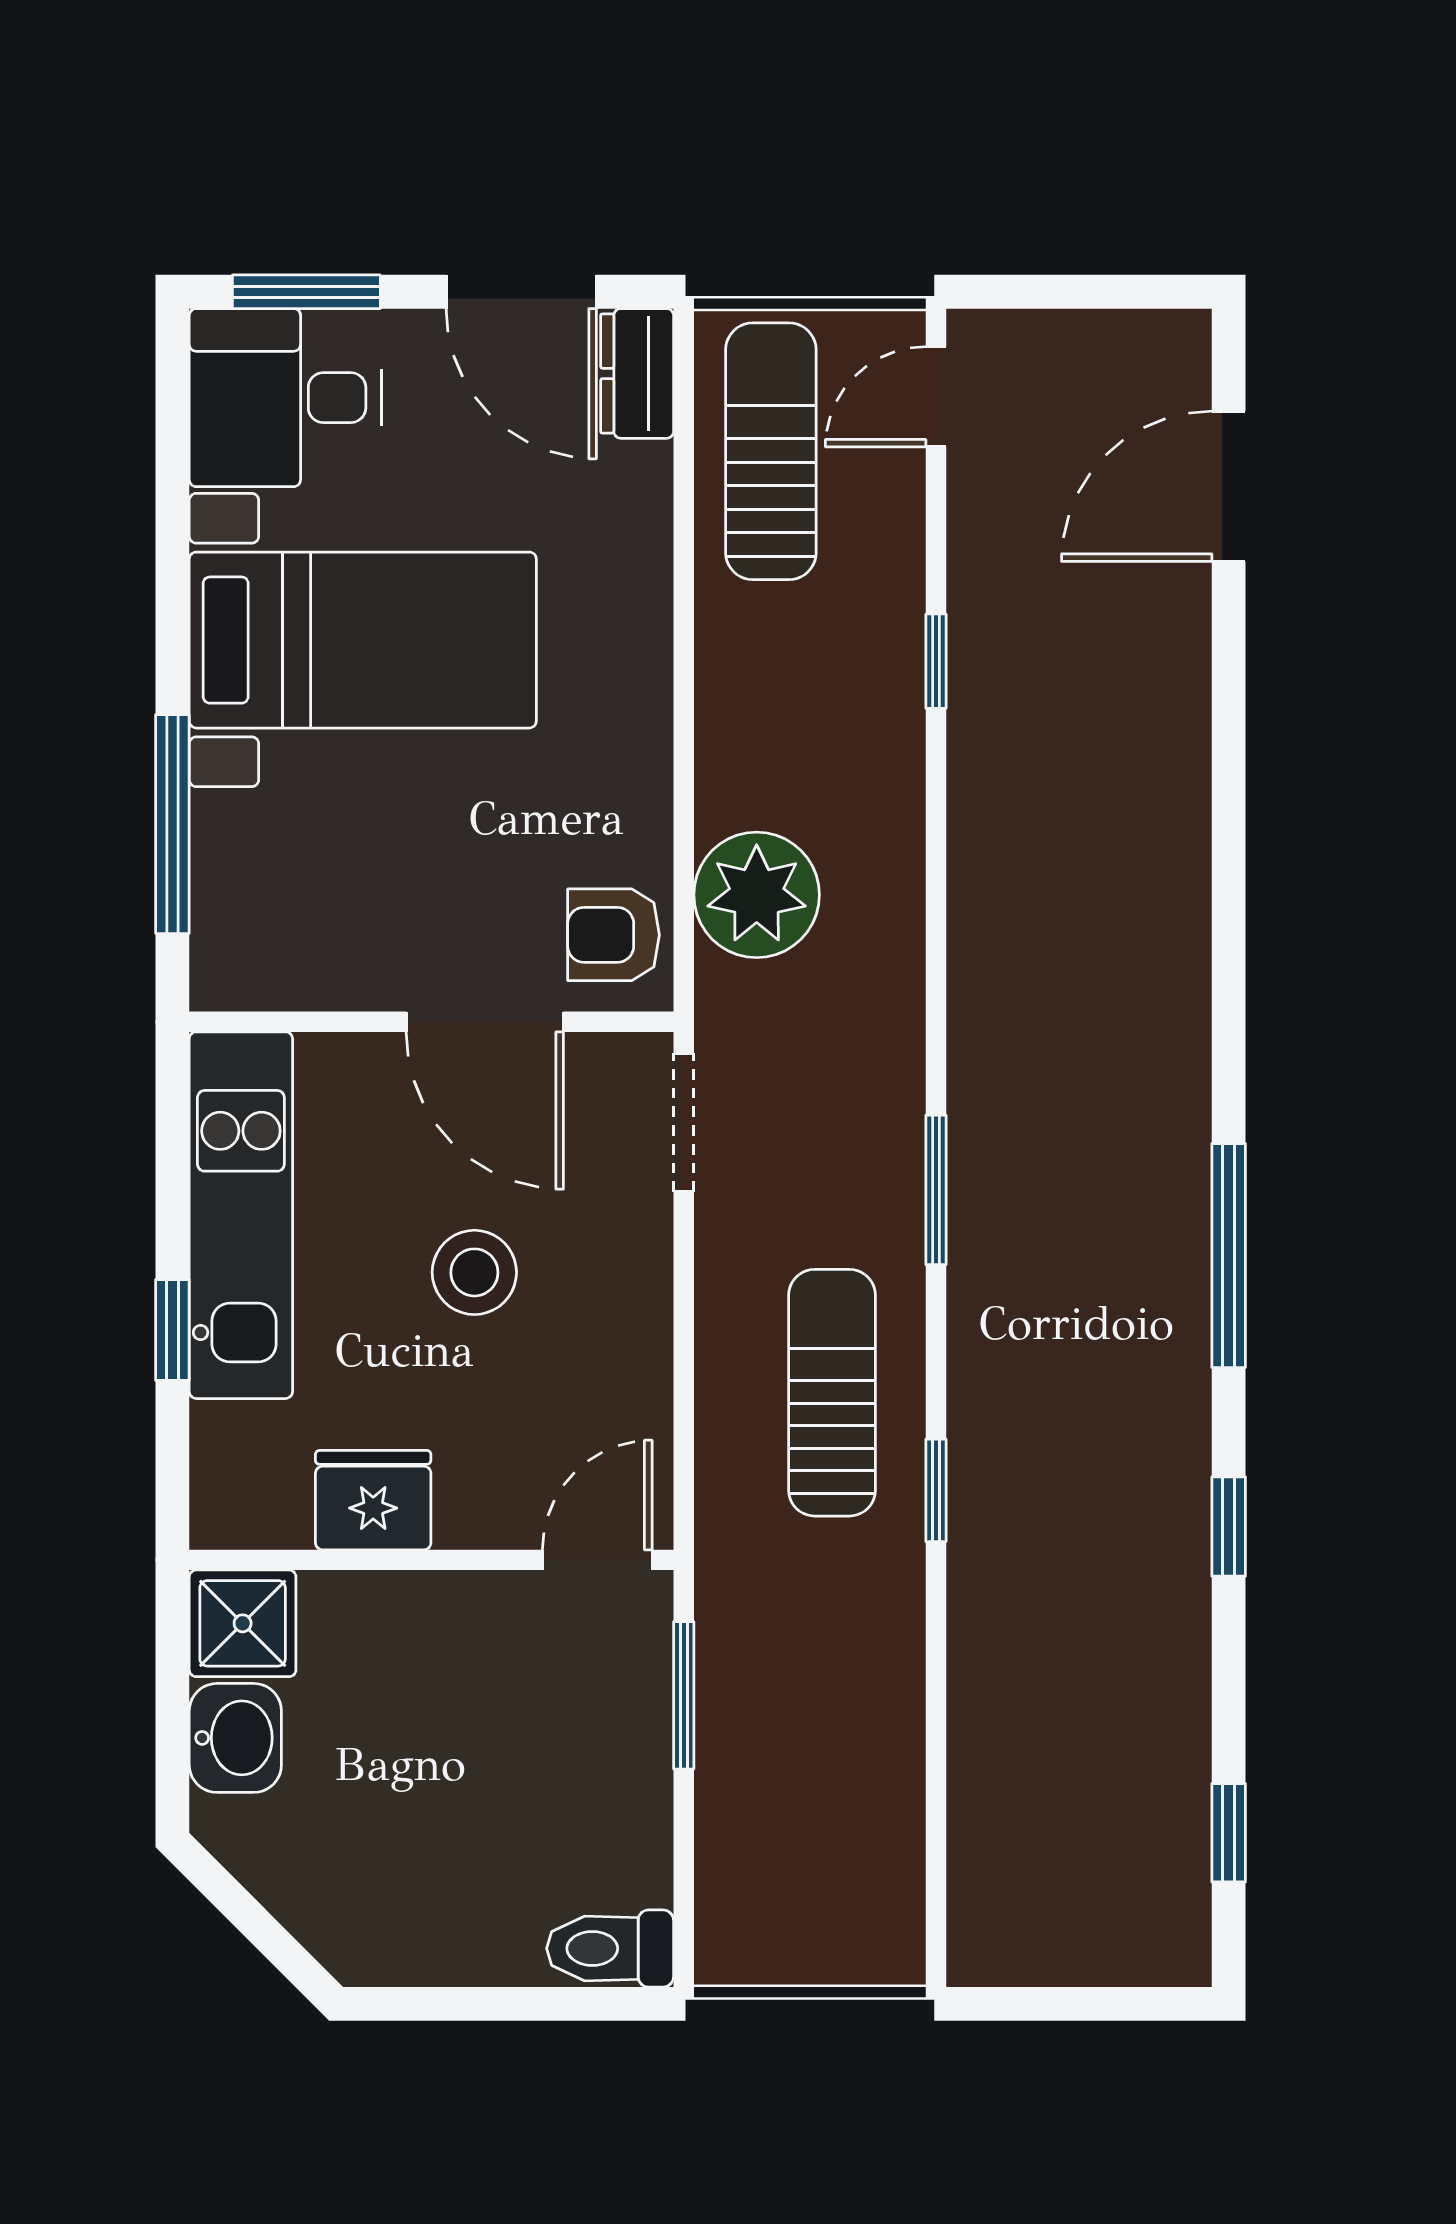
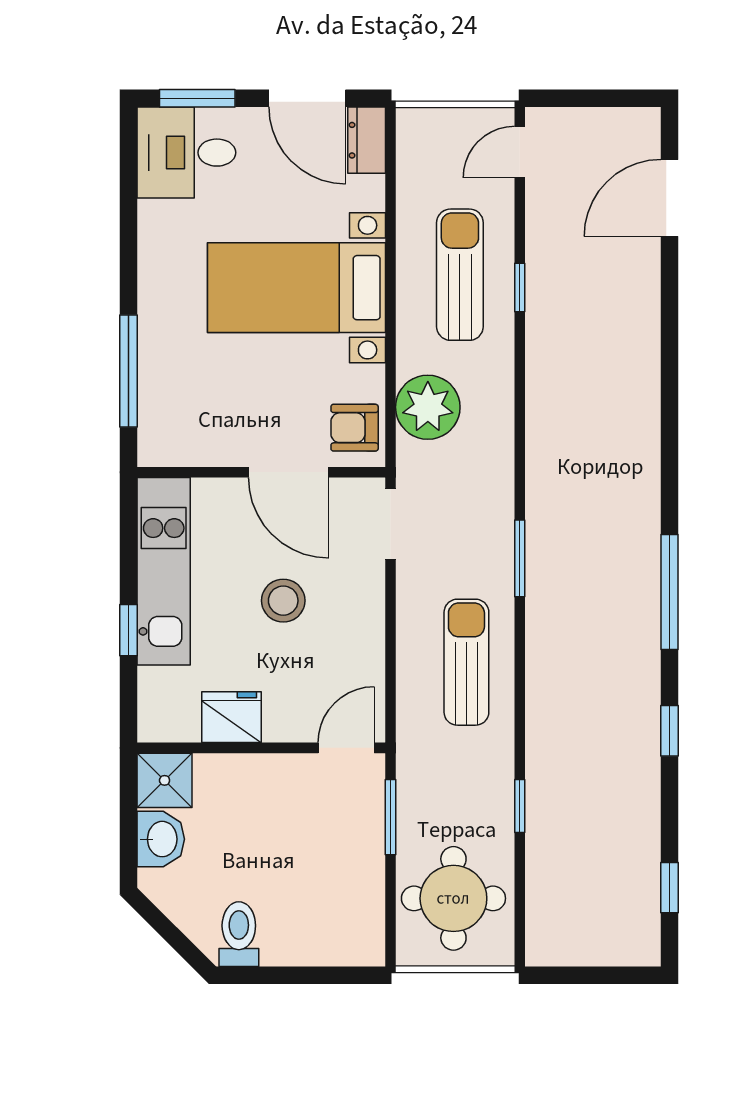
sun lounger: (771, 451) -> (460, 275), moved
bed with nightstands: (363, 640) -> (296, 288), moved, turned 180
window: (936, 1490) -> (520, 806), moved
round table: (807, 1854) -> (453, 898), added
toilet: (610, 1948) -> (239, 934), moved, turned 90

